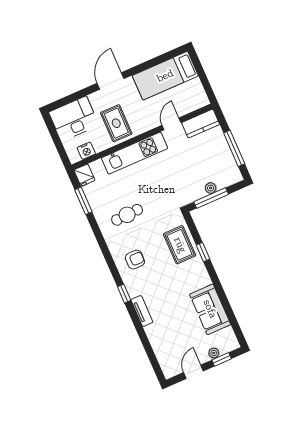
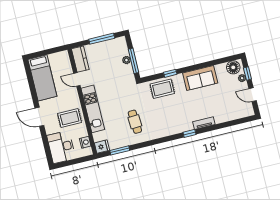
armchair: (135, 260) -> (167, 122), removed
sofa: (210, 309) -> (200, 78), moved
floor lamp: (227, 338) -> (233, 67), added

